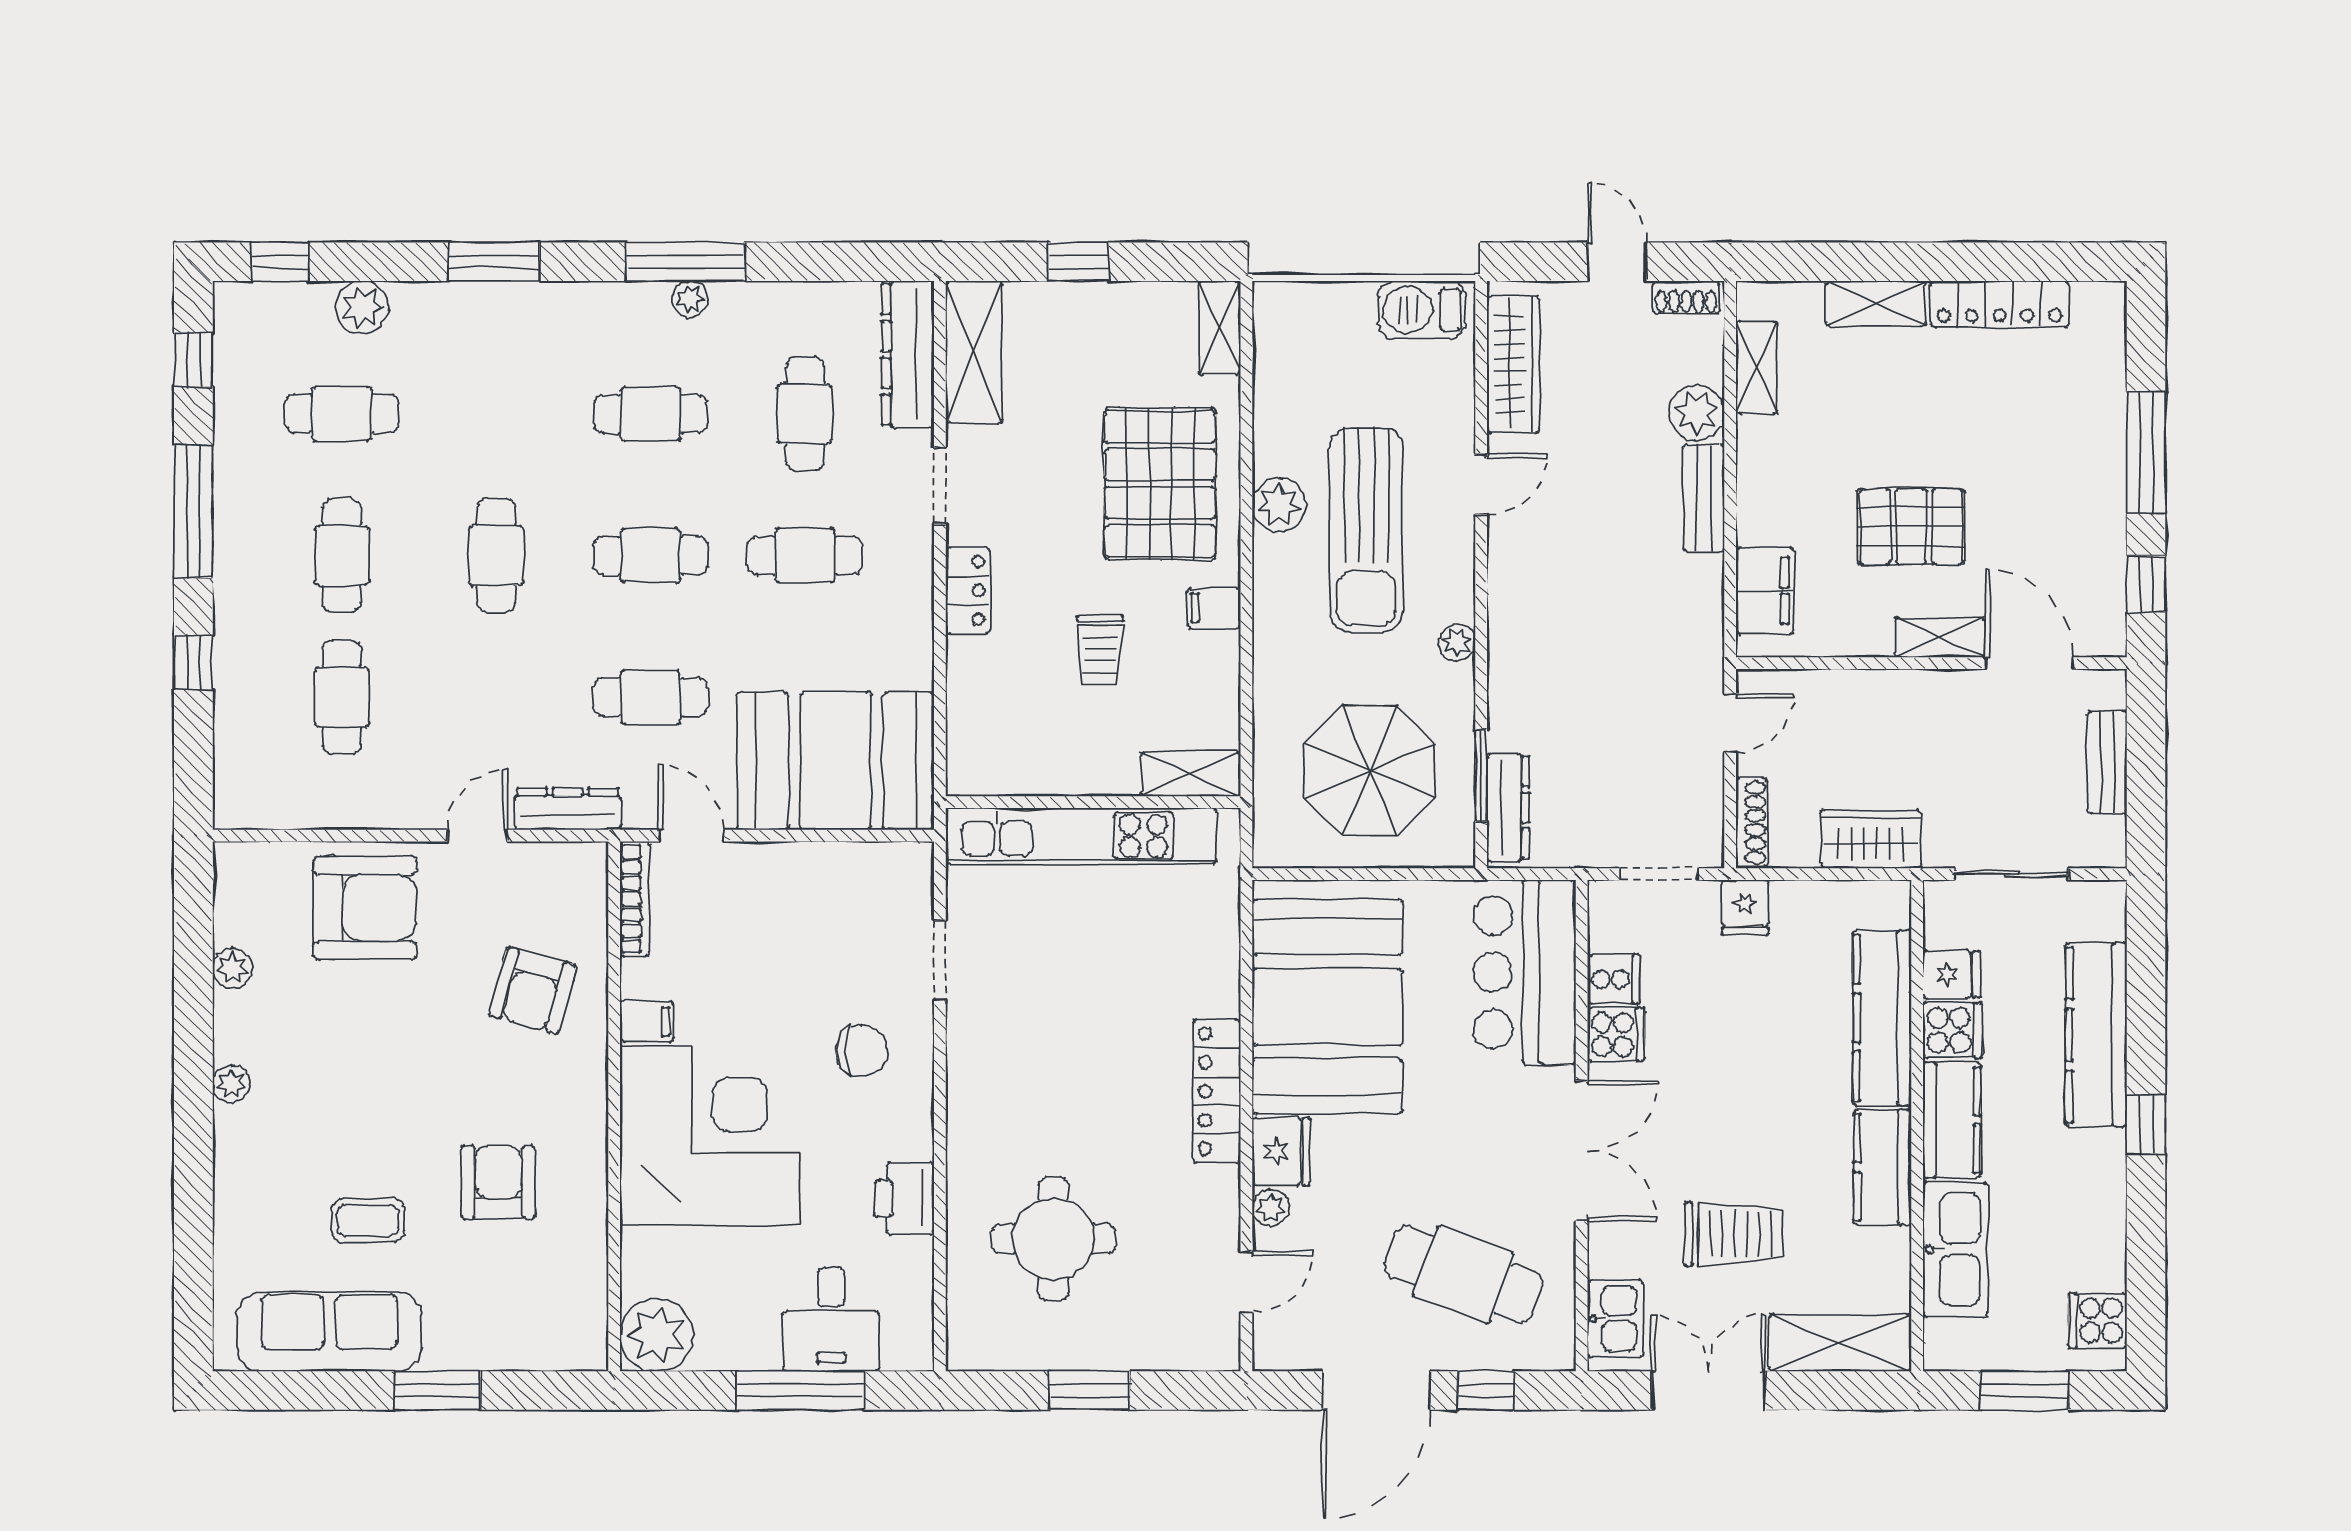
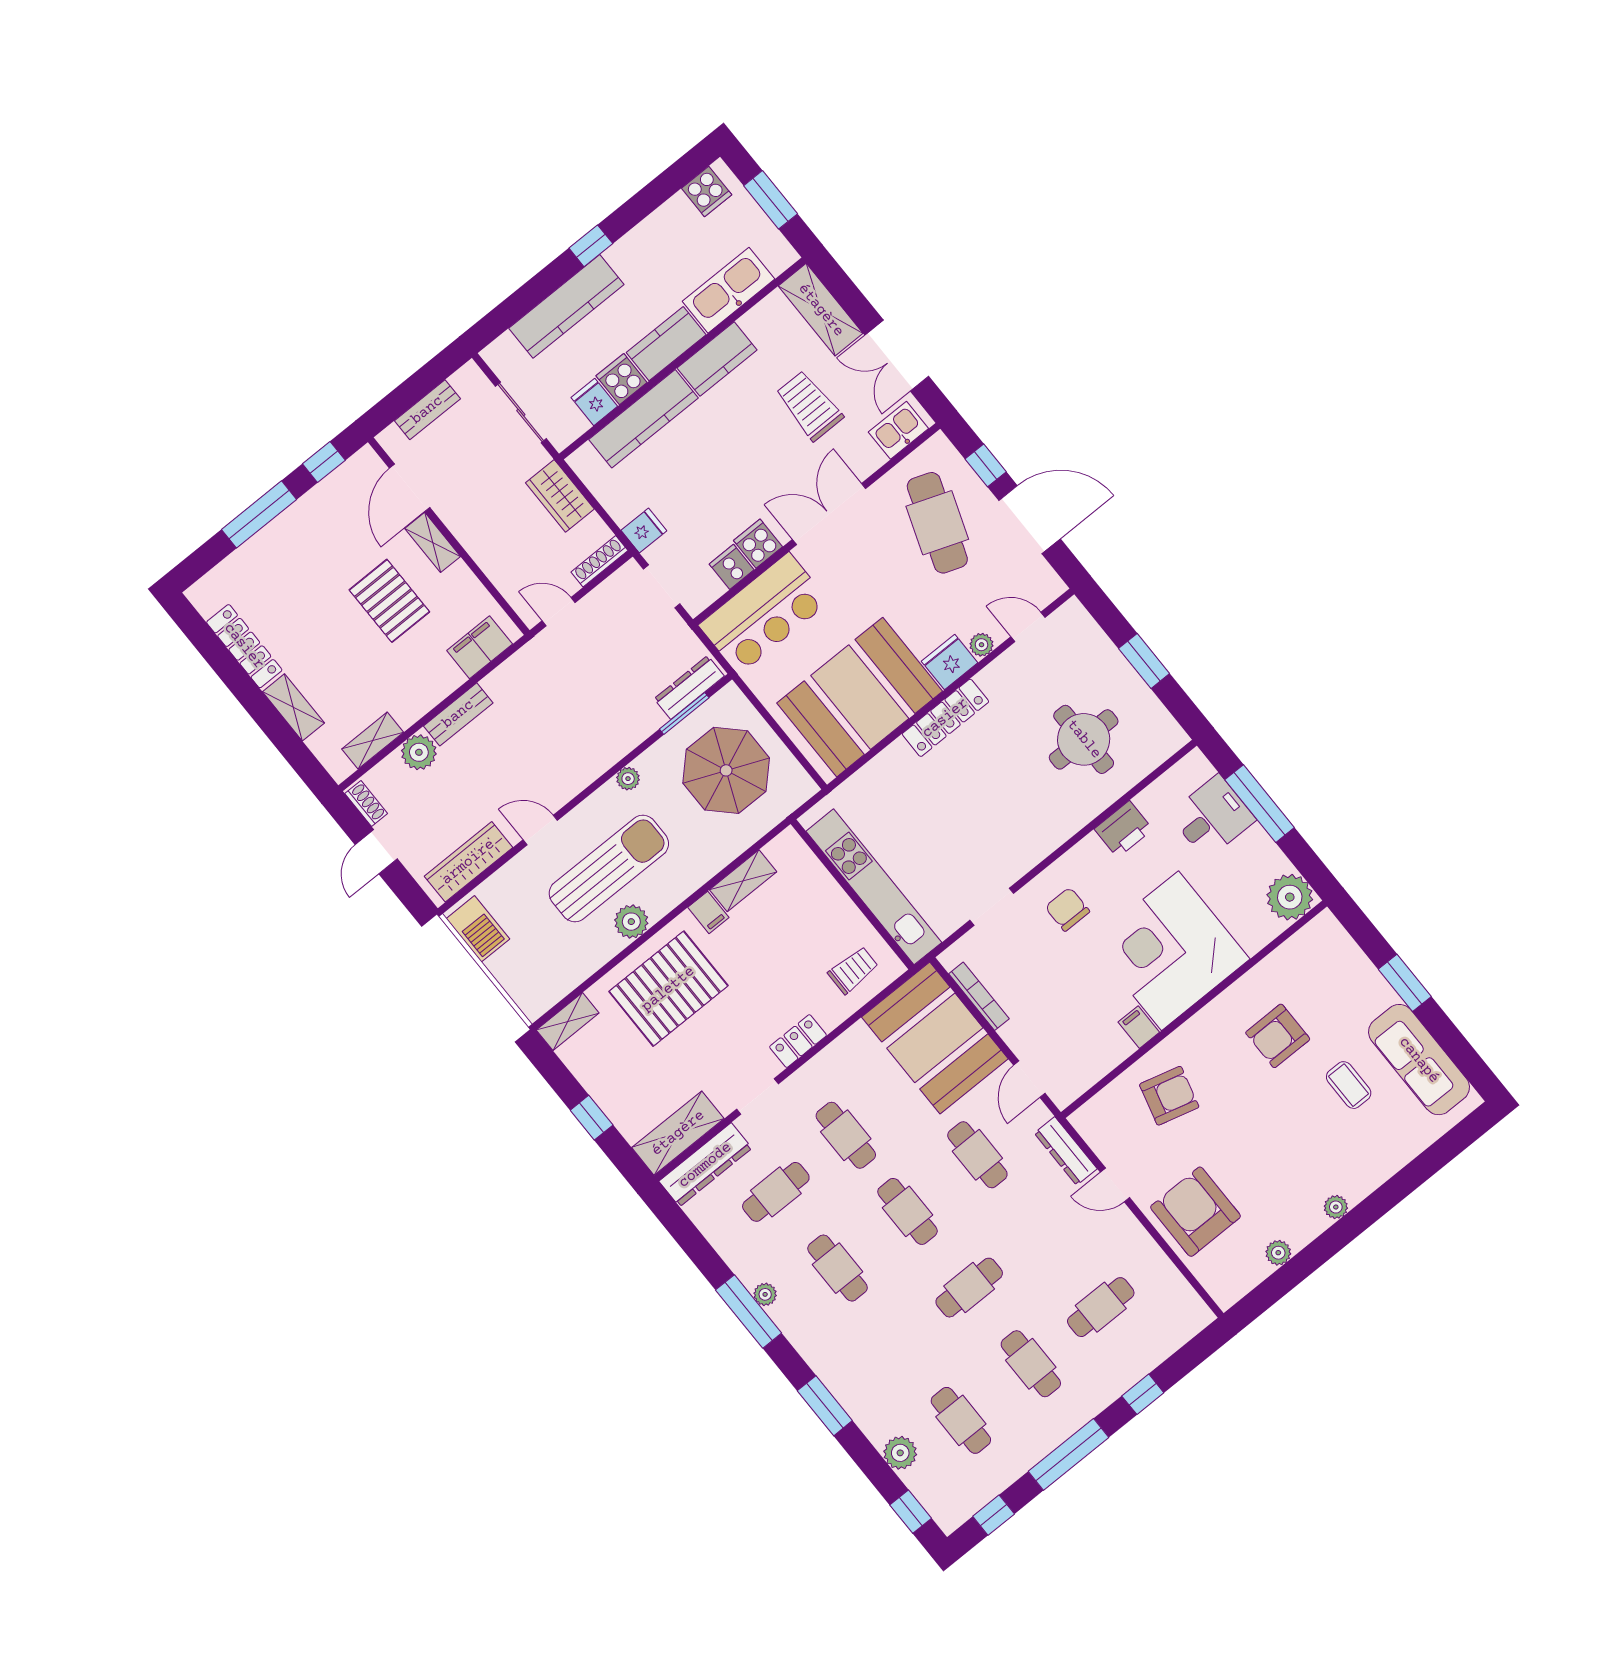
cafe table: (342, 555) -> (1031, 1364), turned 90
trolley: (1100, 650) -> (853, 970), moved
shelving: (1191, 774) -> (743, 881), moved, turned 90
bookcase: (635, 899) -> (979, 996), moved, turned 90

